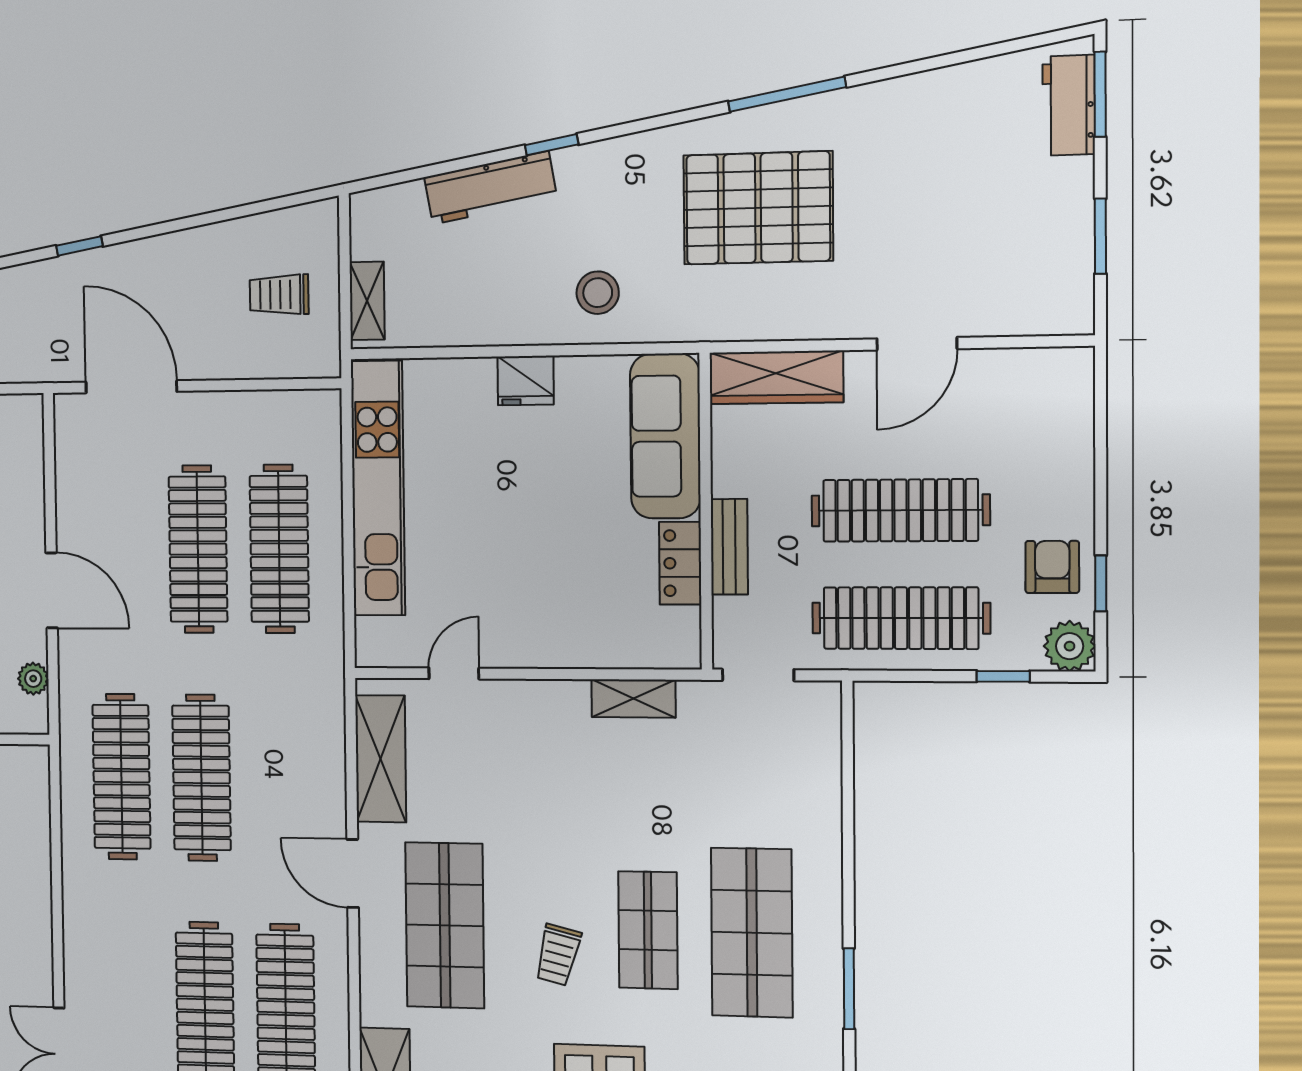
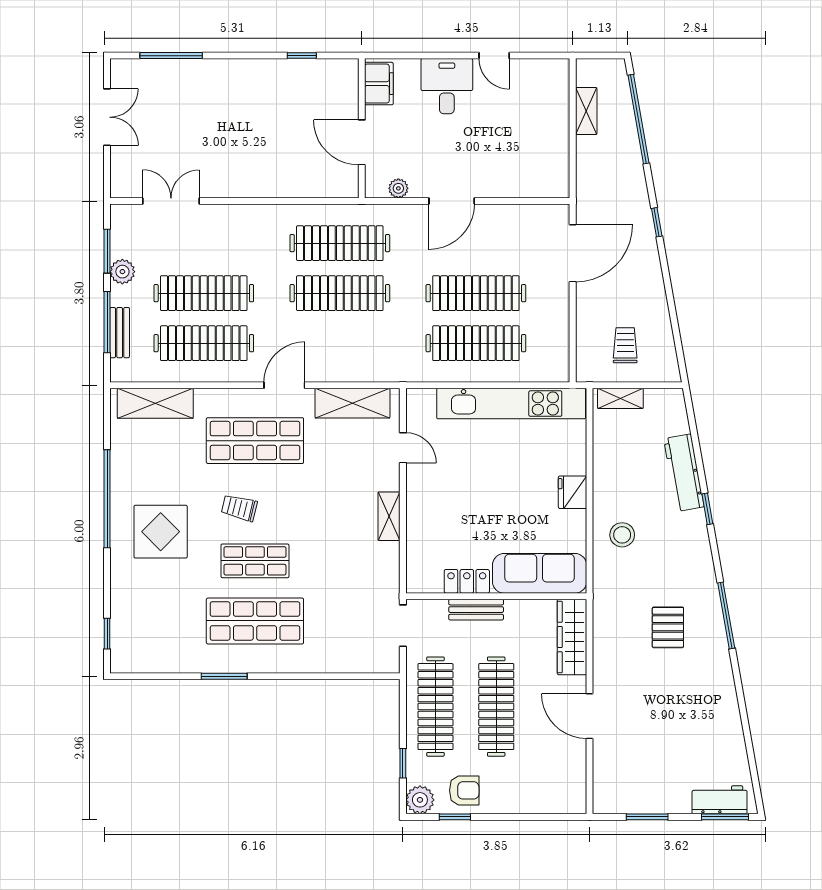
window: (787, 94) -> (726, 616), moved
pallet: (758, 208) -> (668, 627), width x0.49, depth x0.50
shelving: (633, 698) -> (389, 516), moved

